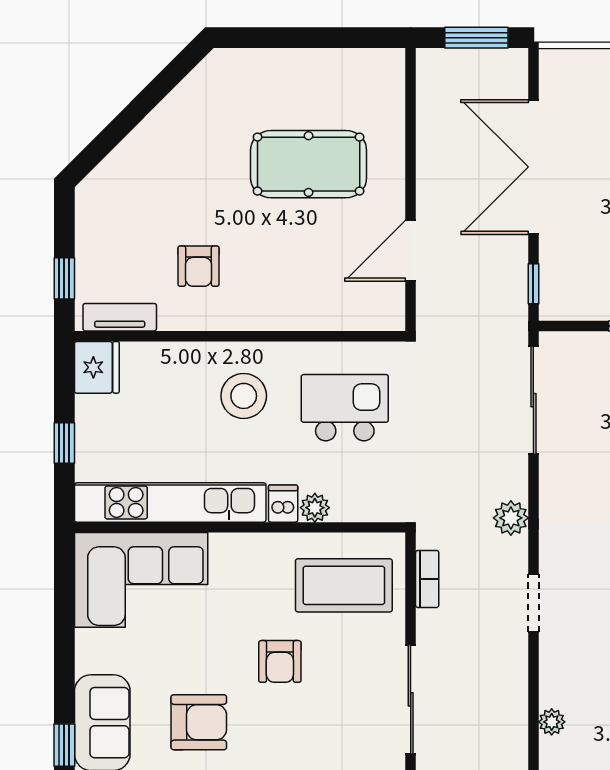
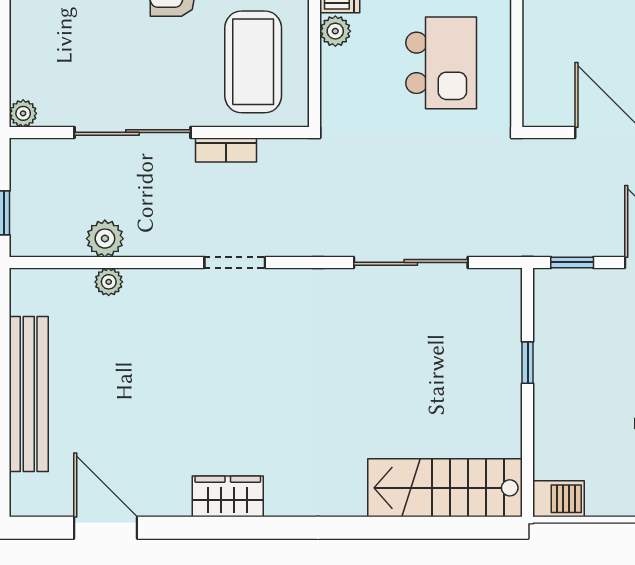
sliding door: (533, 400) -> (411, 262), moved
plant: (511, 518) -> (105, 239), moved
bookcase: (427, 579) -> (226, 150), moved

